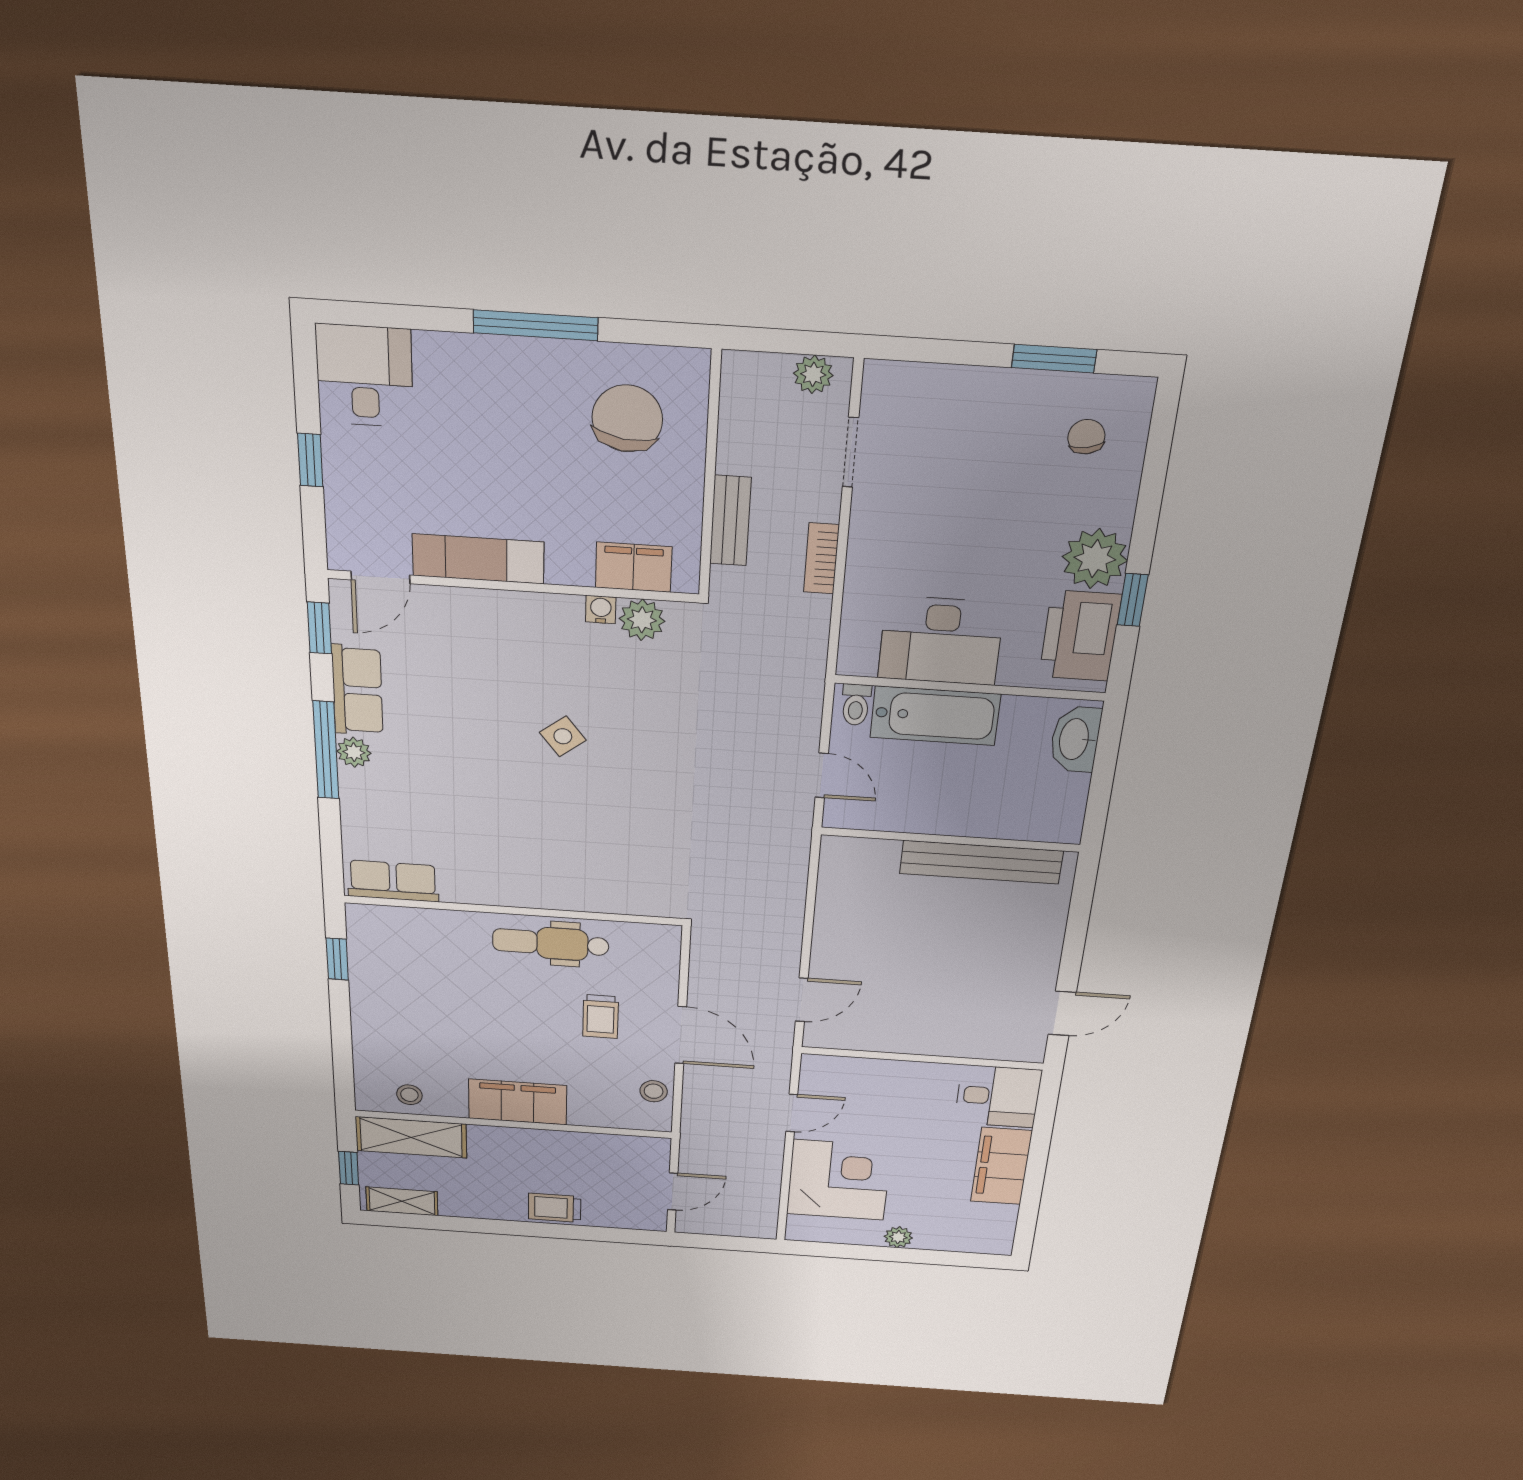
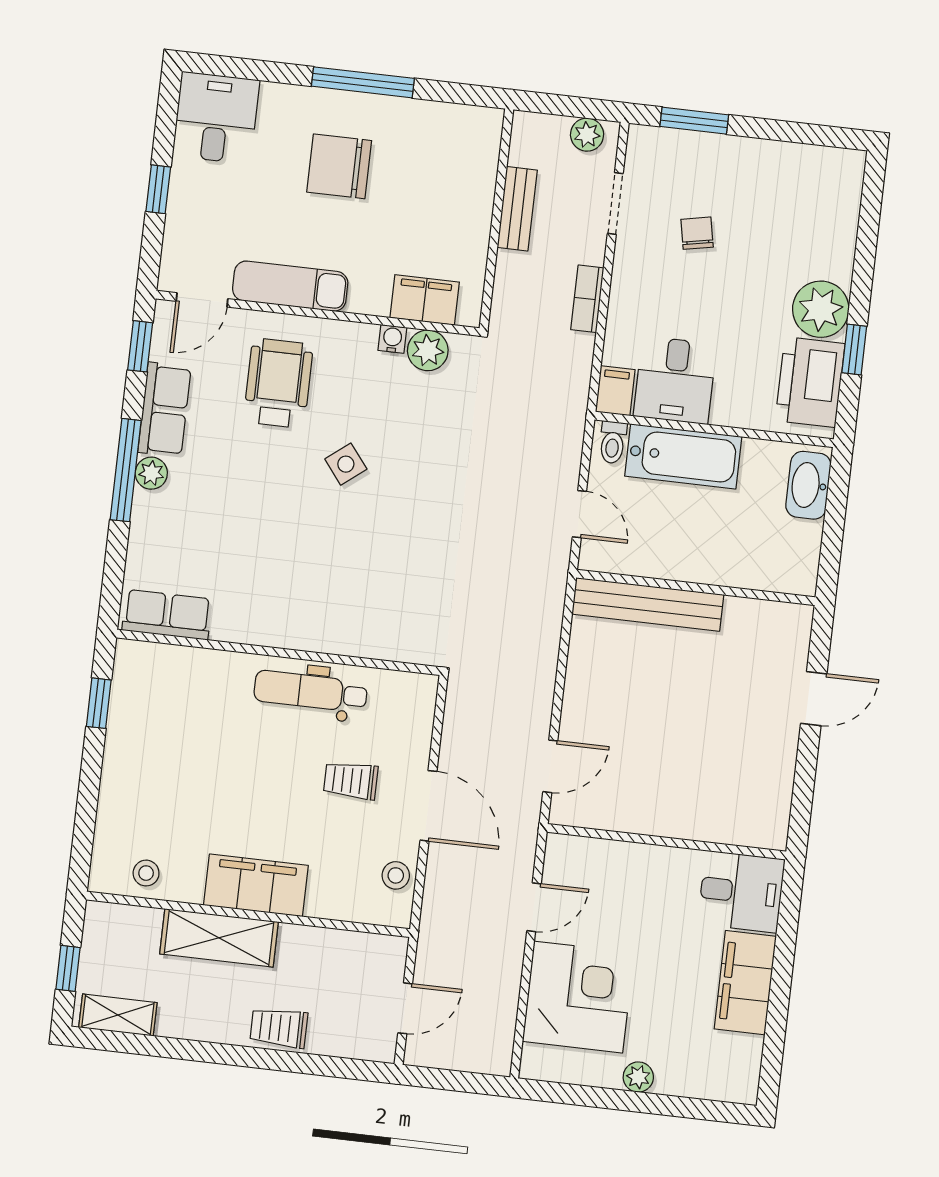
window: (1054, 359) -> (694, 121), moved
chair: (627, 418) -> (339, 166), moved, turned -98
chair: (1086, 437) -> (697, 233), moved
bench: (730, 521) -> (517, 209), moved
desk: (941, 641) -> (675, 380), width x0.73
filing cabinet: (857, 653) -> (615, 391), added
wheelchair: (478, 659) -> (278, 383), added
bench: (981, 862) -> (648, 604), moved
door: (1062, 1013) -> (814, 699), moved
trolley: (601, 1016) -> (351, 780), turned 90
shelving: (411, 1137) -> (219, 938), moved

